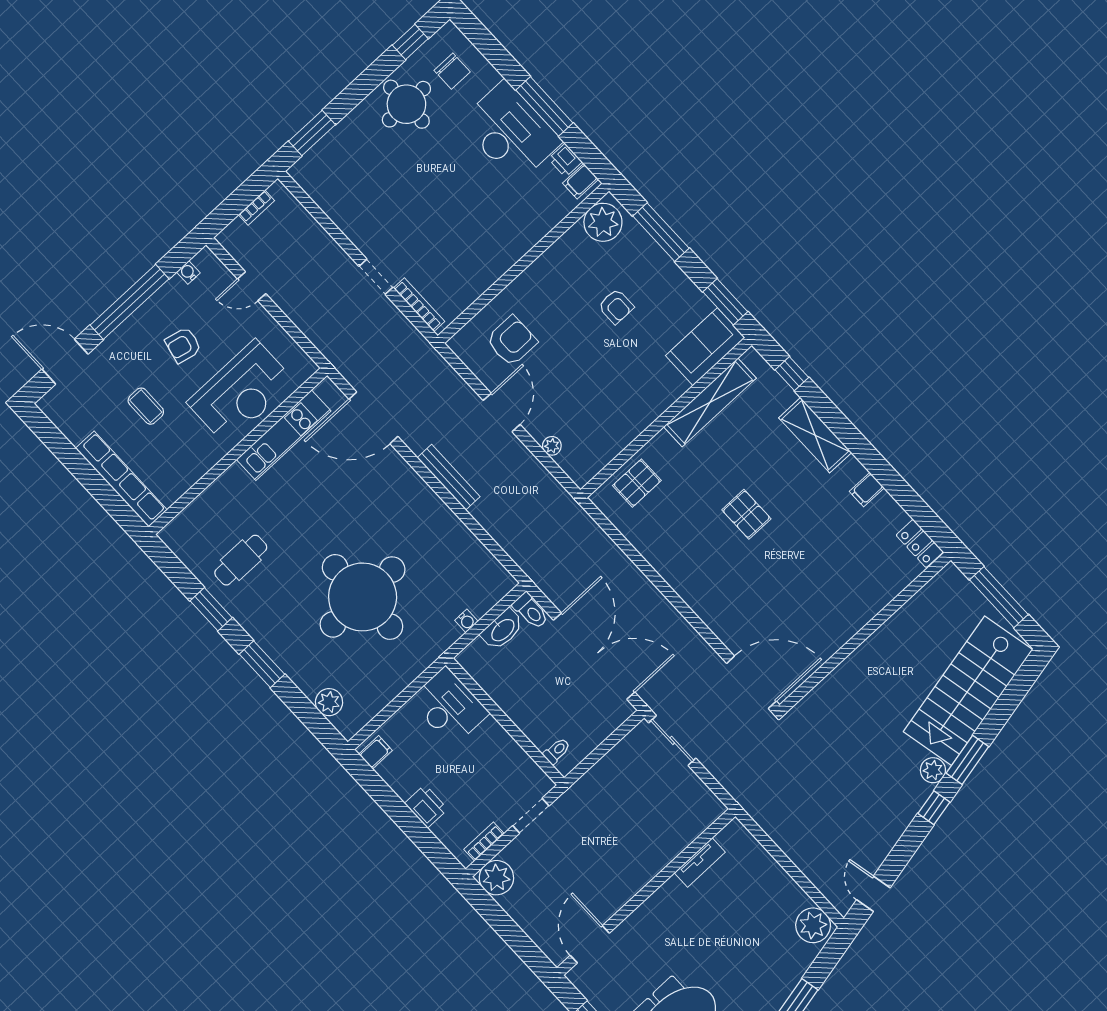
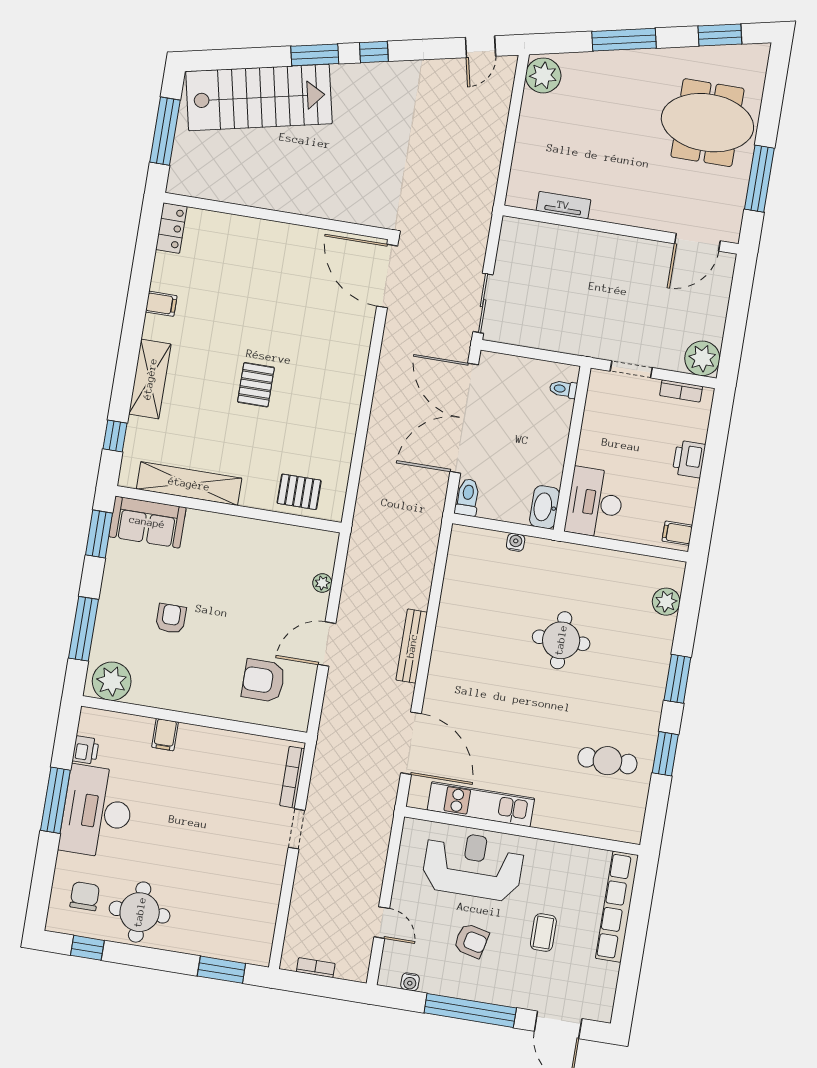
filing cabinet: (581, 181) -> (165, 735), moved, turned 90
round table: (363, 597) -> (561, 640), width x0.54, depth x0.54
washbasin: (502, 630) -> (545, 507), moved, turned -90
plant: (933, 770) -> (344, 76), removed

